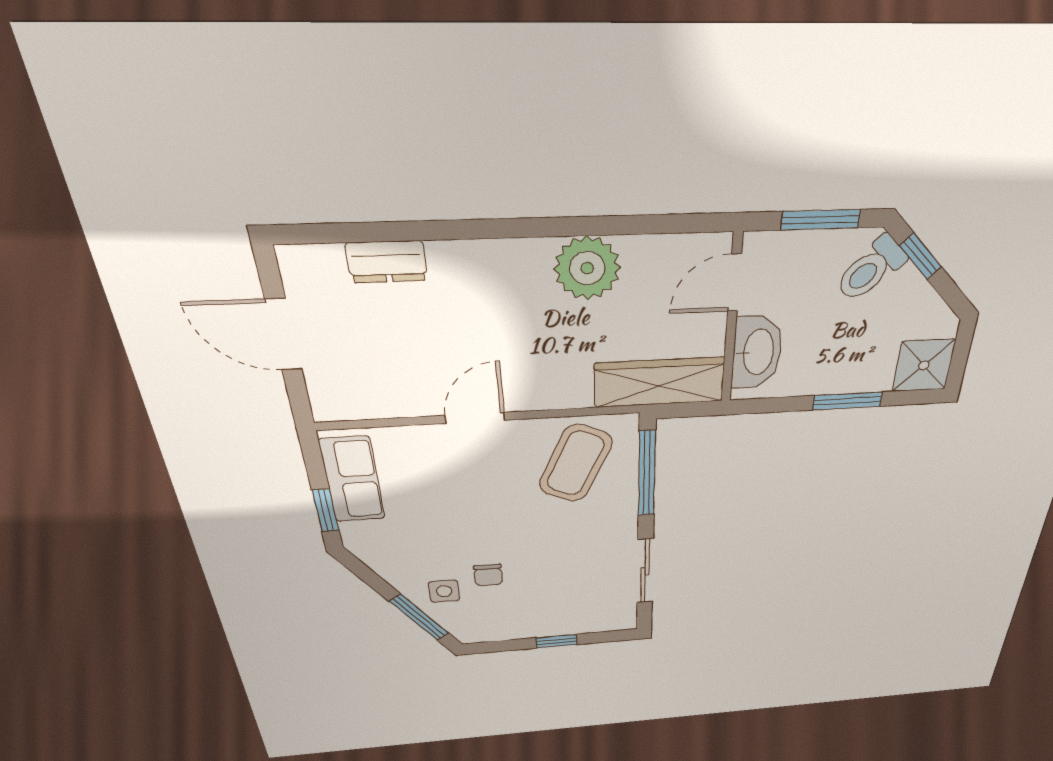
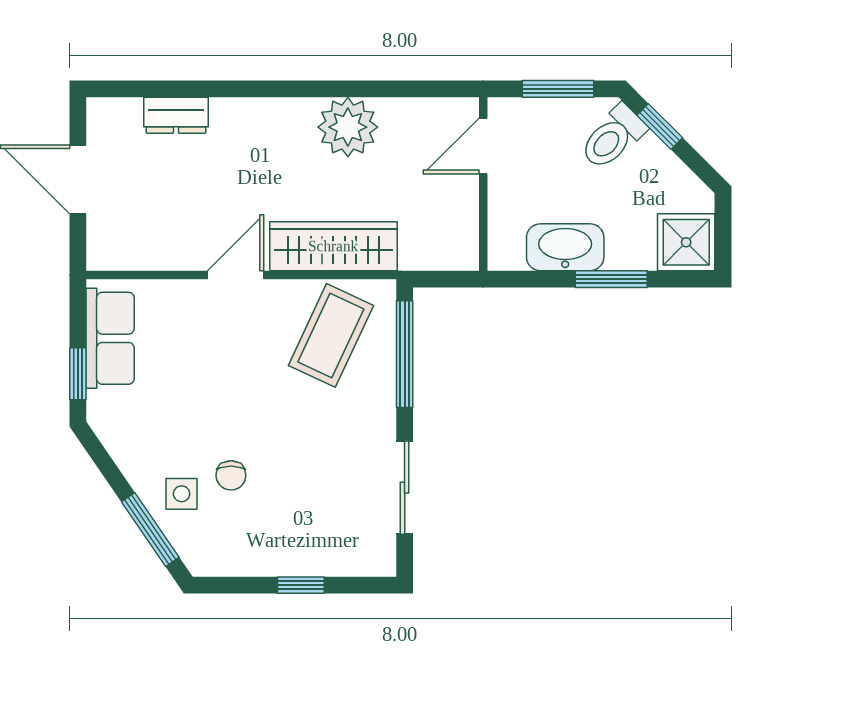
washbasin: (757, 352) -> (565, 247), moved, turned -90
wardrobe: (659, 382) -> (333, 246), moved

